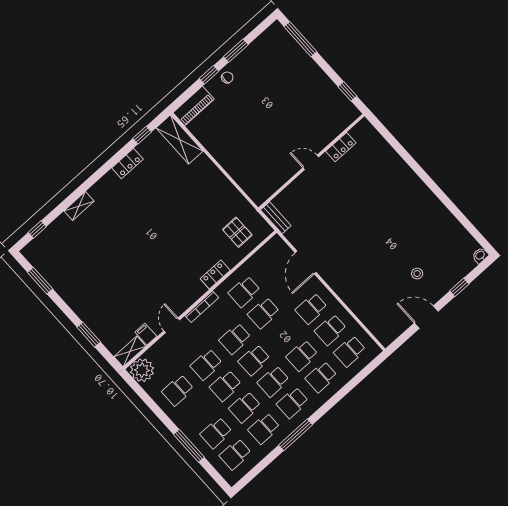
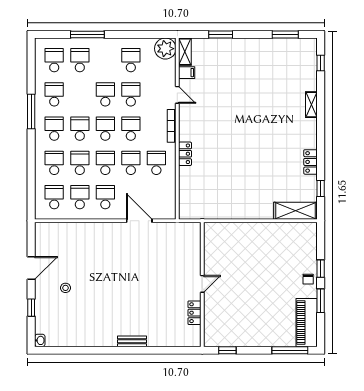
piano: (194, 106) -> (307, 323), moved, width x1.37, depth x1.33
bench: (276, 218) -> (132, 341), moved
pallet: (237, 232) -> (200, 194), removed
school desk: (245, 407) -> (105, 163), moved

